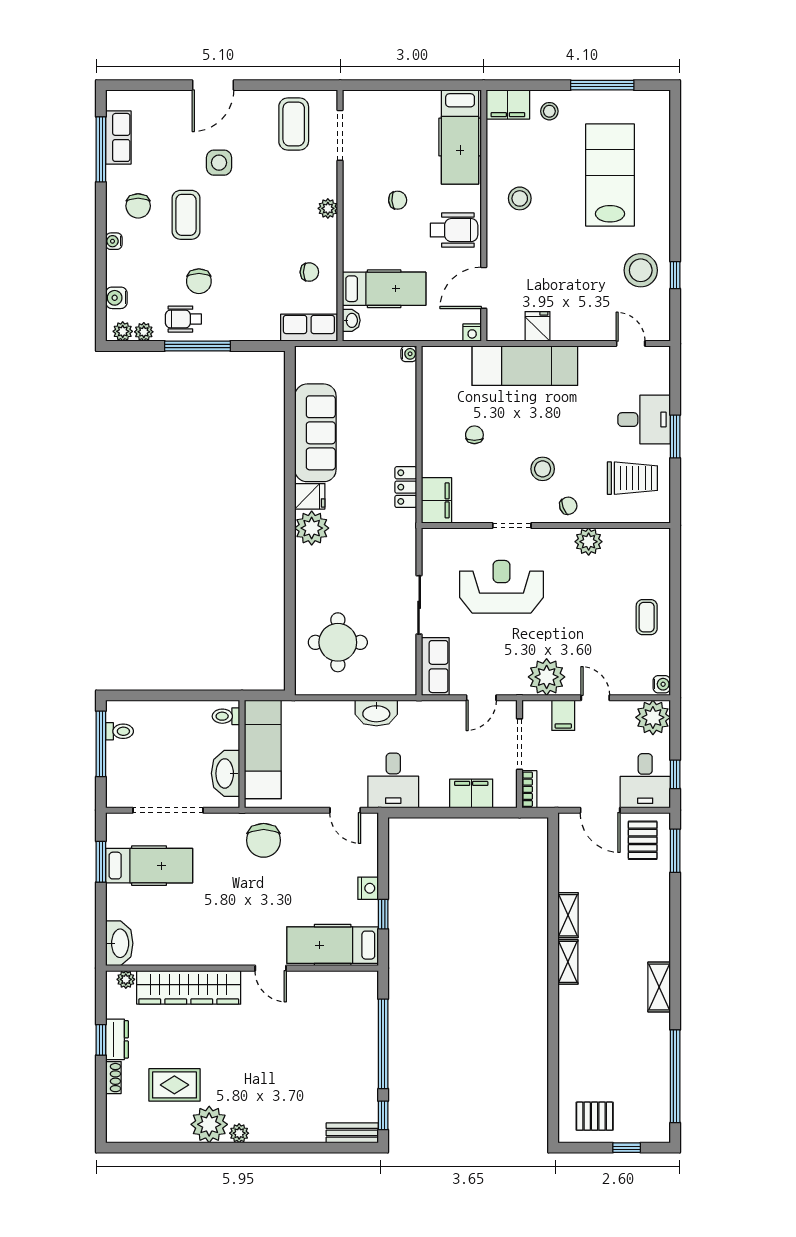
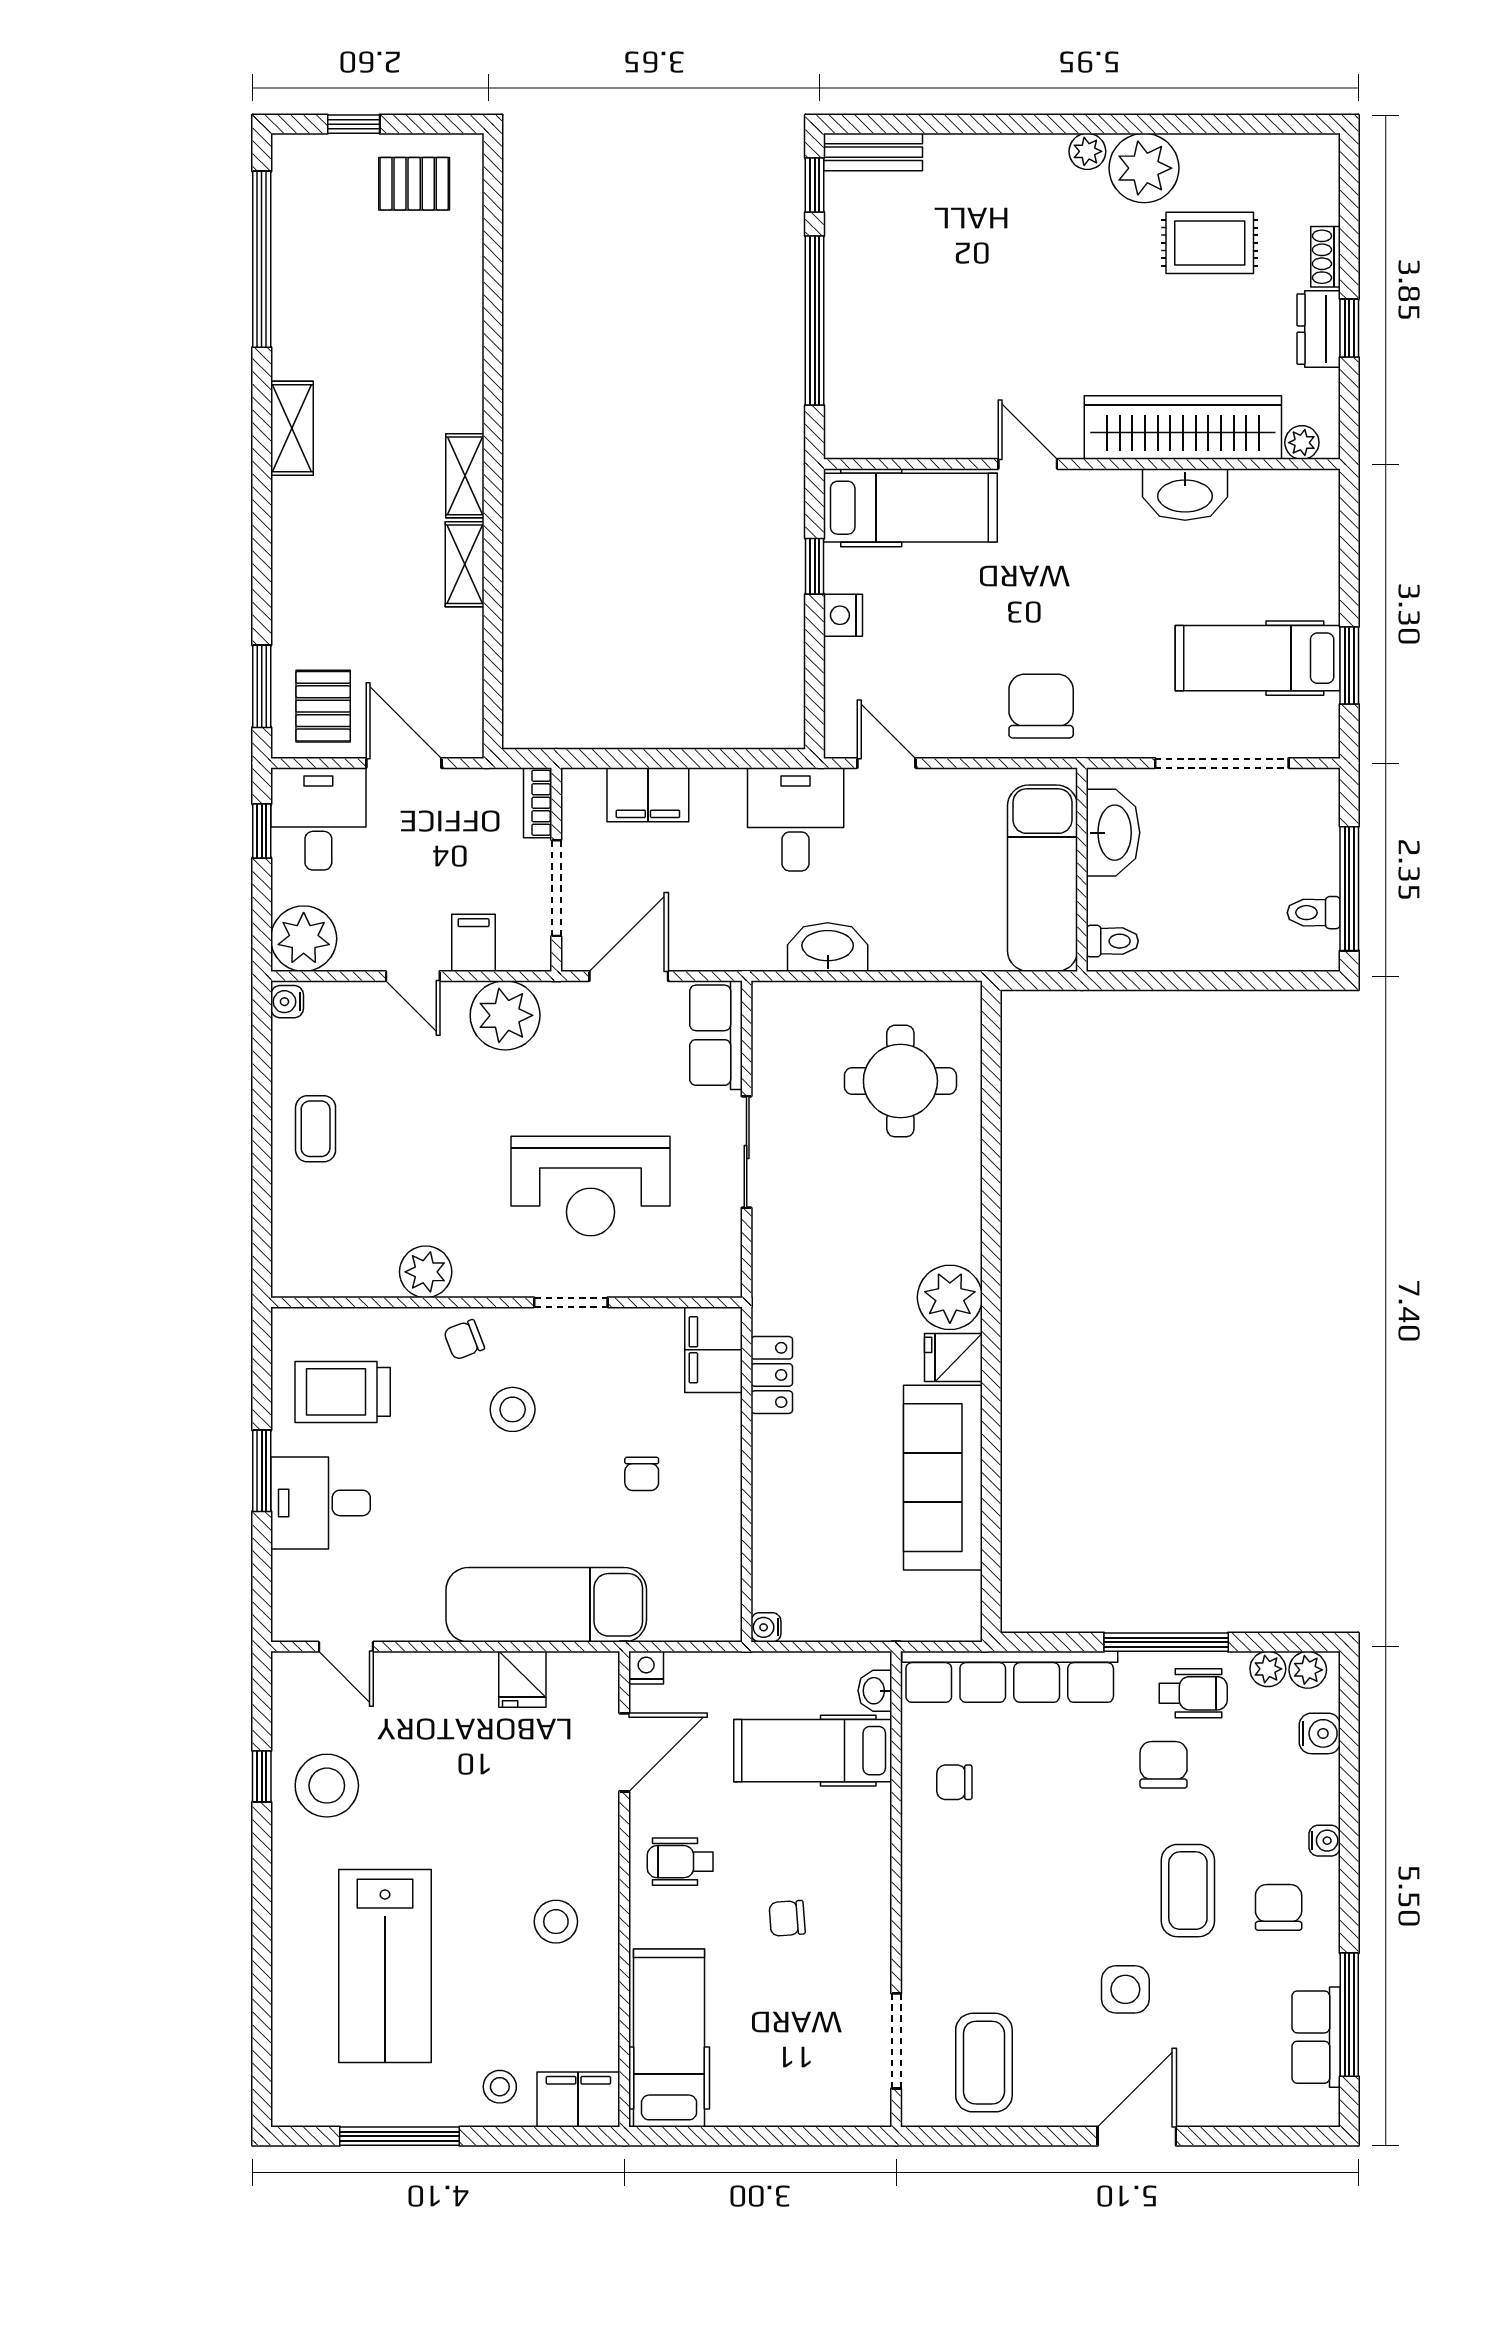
plant: (328, 208) -> (919, 1903), removed
wheelchair: (454, 230) -> (680, 1862), width x0.73, depth x0.73
row of seats: (309, 328) -> (1010, 1677), width x2.02
door: (481, 698) -> (629, 976), width x1.38
washbasin: (119, 943) -> (1185, 494), moved, turned -90

